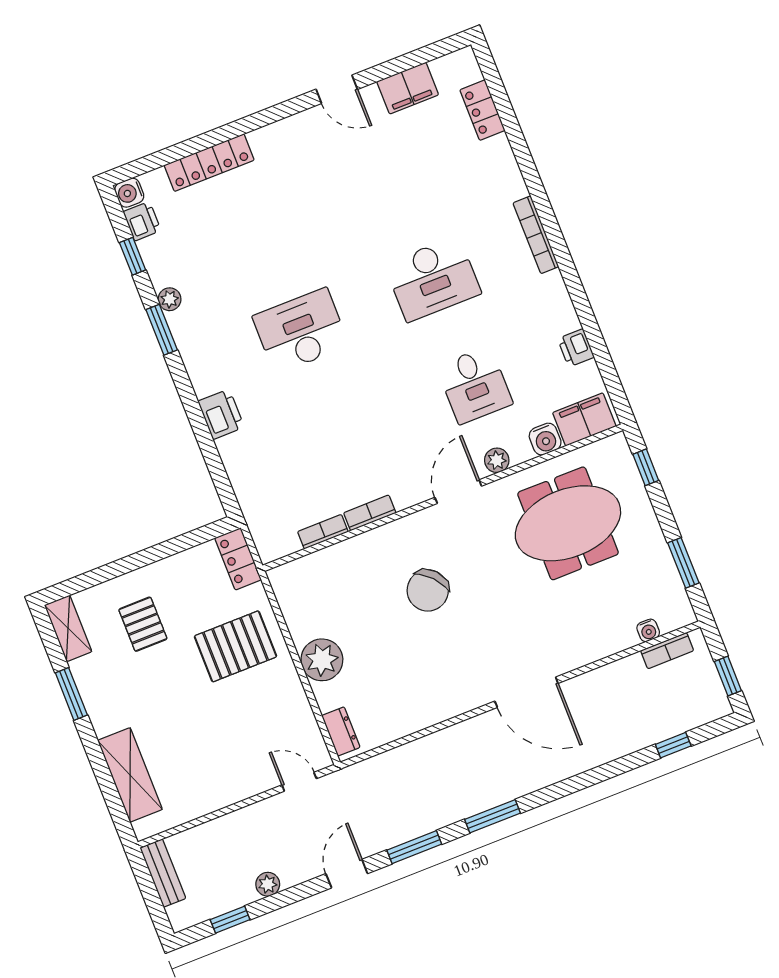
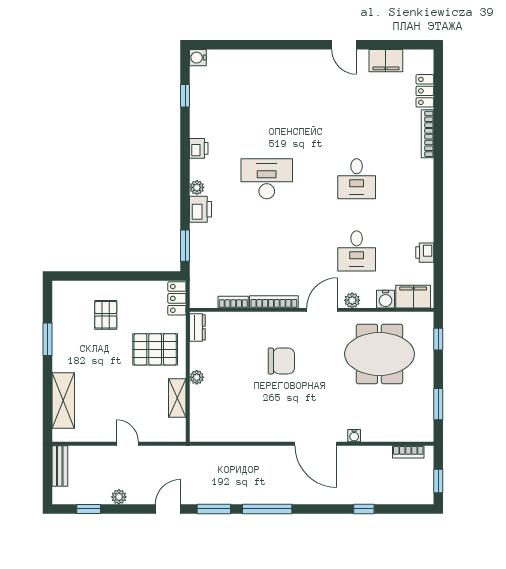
locker: (209, 163) -> (252, 58), removed
printer: (142, 221) -> (199, 148), moved
bookcase: (536, 235) -> (427, 134), moved
desk: (433, 279) -> (357, 179), width x0.73
plant: (170, 299) -> (197, 187), moved
window: (162, 330) -> (185, 246), moved
bookcase: (370, 513) -> (274, 302), width x1.56
chair: (428, 590) -> (281, 361), turned -138
shelving: (68, 628) -> (177, 398), moved
water cooler: (648, 630) -> (354, 436), moved
plant: (322, 660) -> (197, 377), width x0.53, depth x0.53
dresser: (341, 731) -> (197, 327), moved
window: (673, 745) -> (364, 509), moved
door: (299, 782) -> (127, 444), moved
window: (492, 816) -> (267, 509), width x1.44

